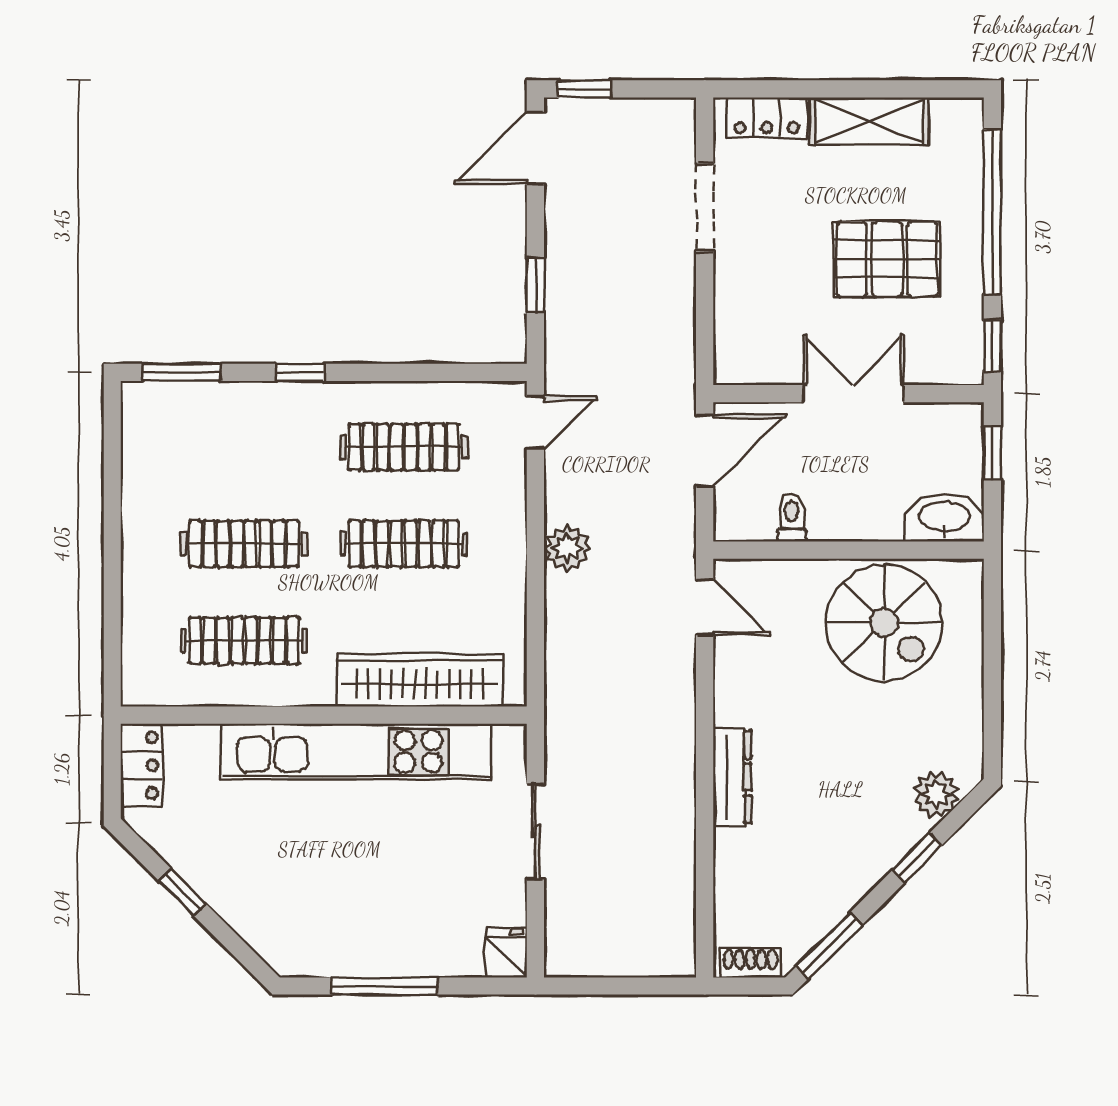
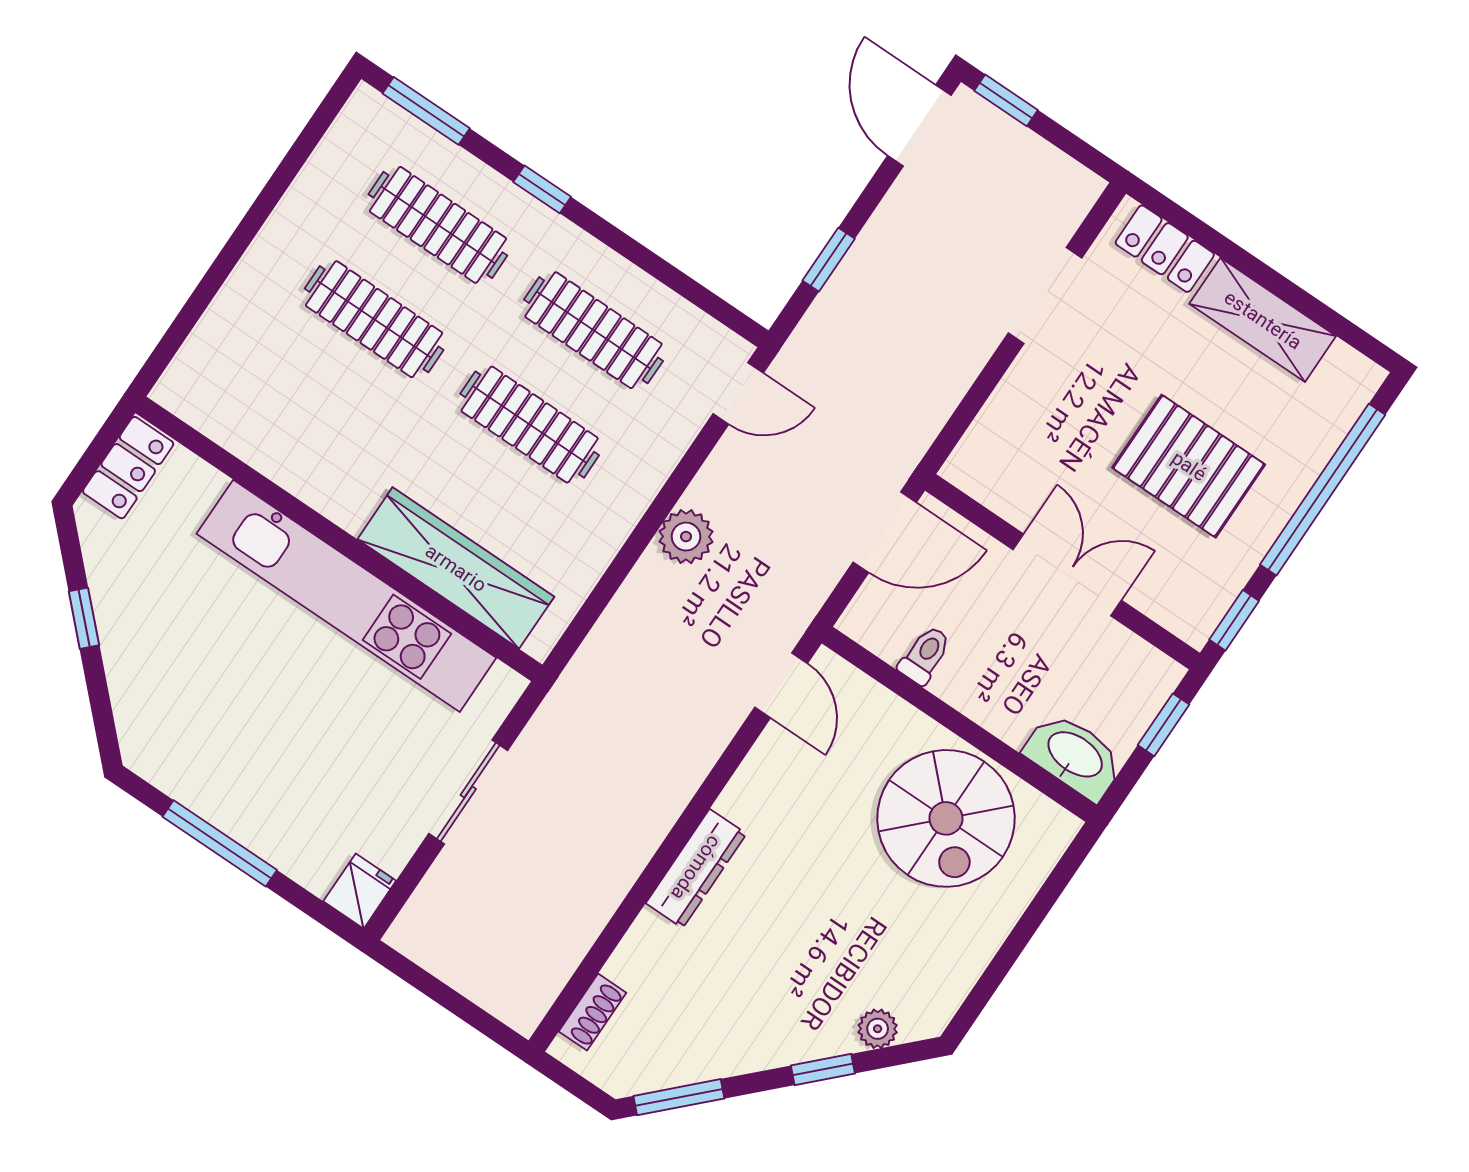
door: (535, 148) -> (919, 126), hinge flipped
clothes rail: (244, 641) -> (438, 225), moved
plant: (936, 794) -> (878, 1029), width x0.73, depth x0.73
shoe rack: (750, 963) -> (593, 1012), moved, turned 90

